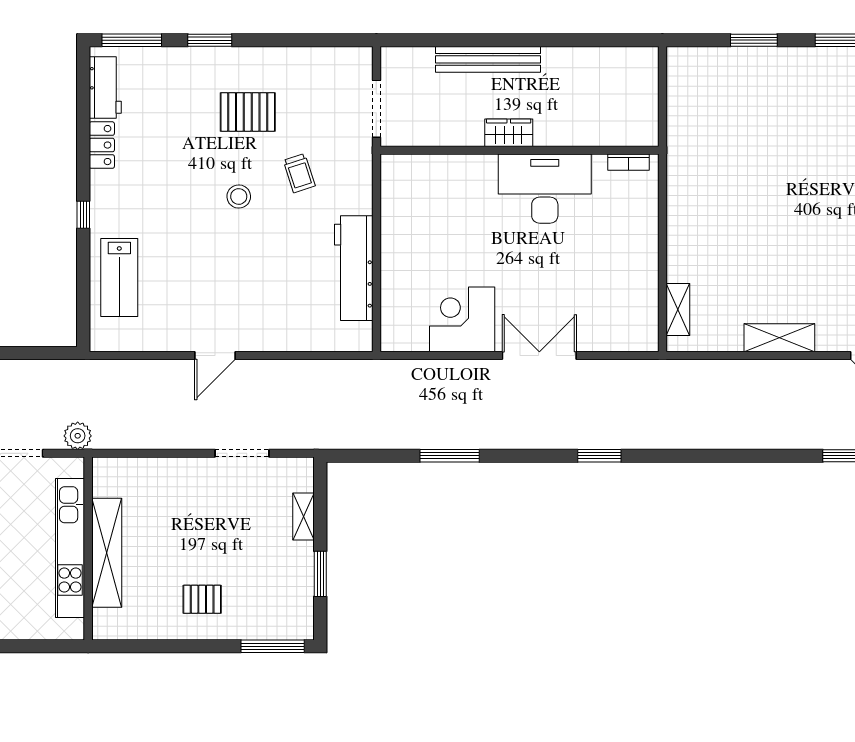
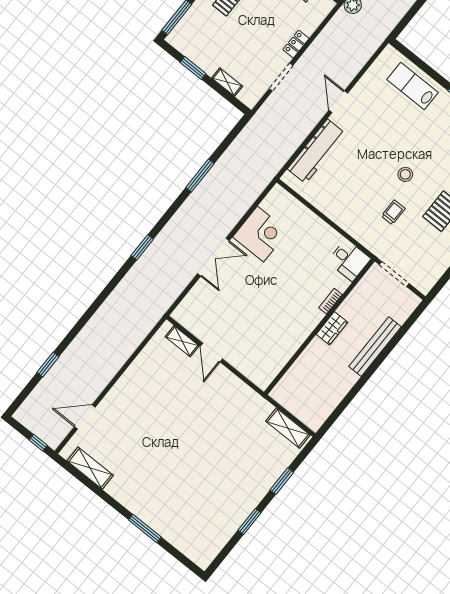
bookcase: (629, 162) -> (330, 301), moved
trolley: (299, 173) -> (393, 212), turned 108
desk: (545, 189) -> (349, 260), moved, width x0.53, depth x0.77
door: (662, 261) -> (211, 353), added
workbench: (354, 268) -> (316, 151), moved, turned 90
shelving: (779, 338) -> (288, 428), moved, turned 90
locker: (185, 468) -> (296, 44), added

